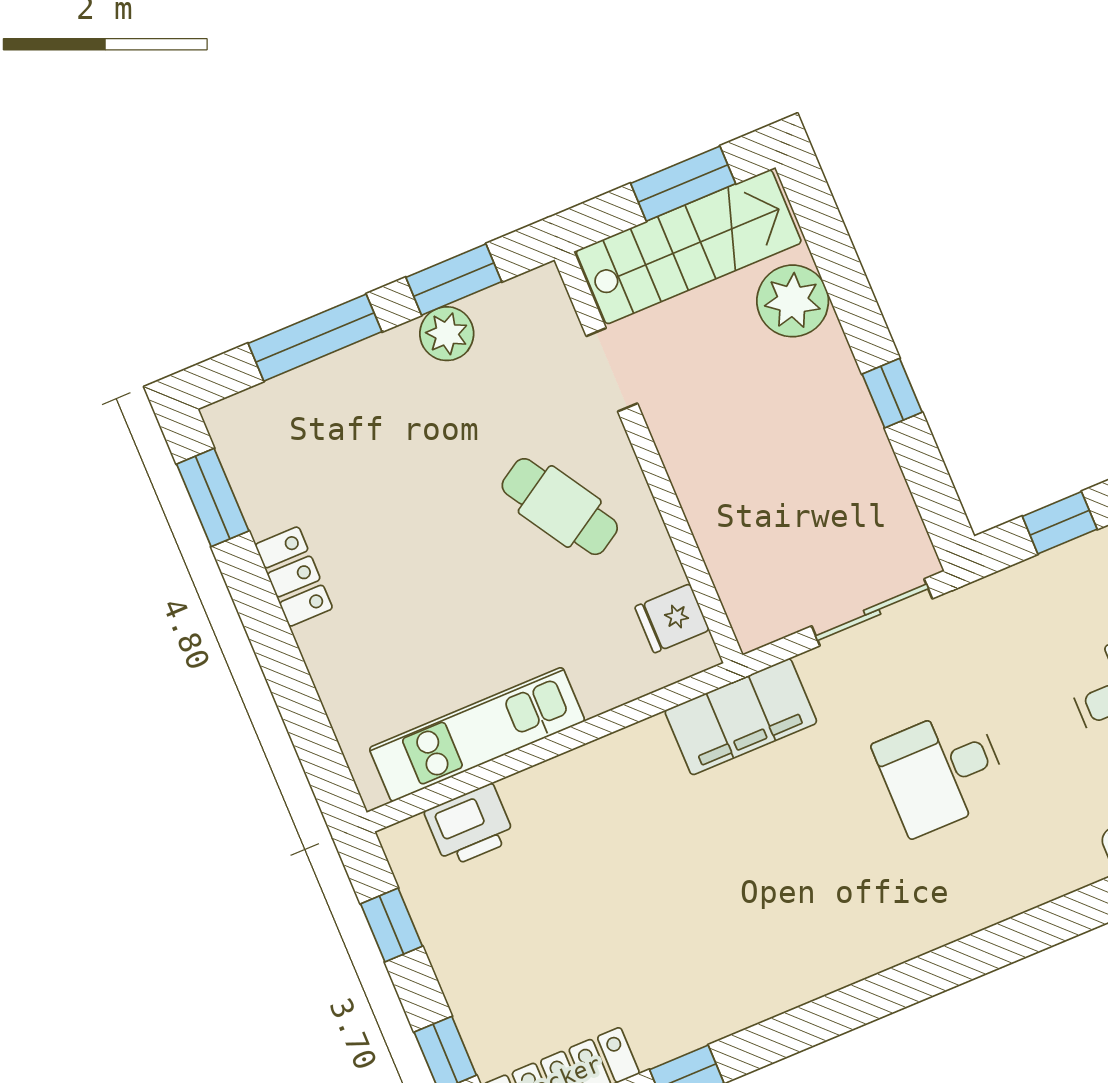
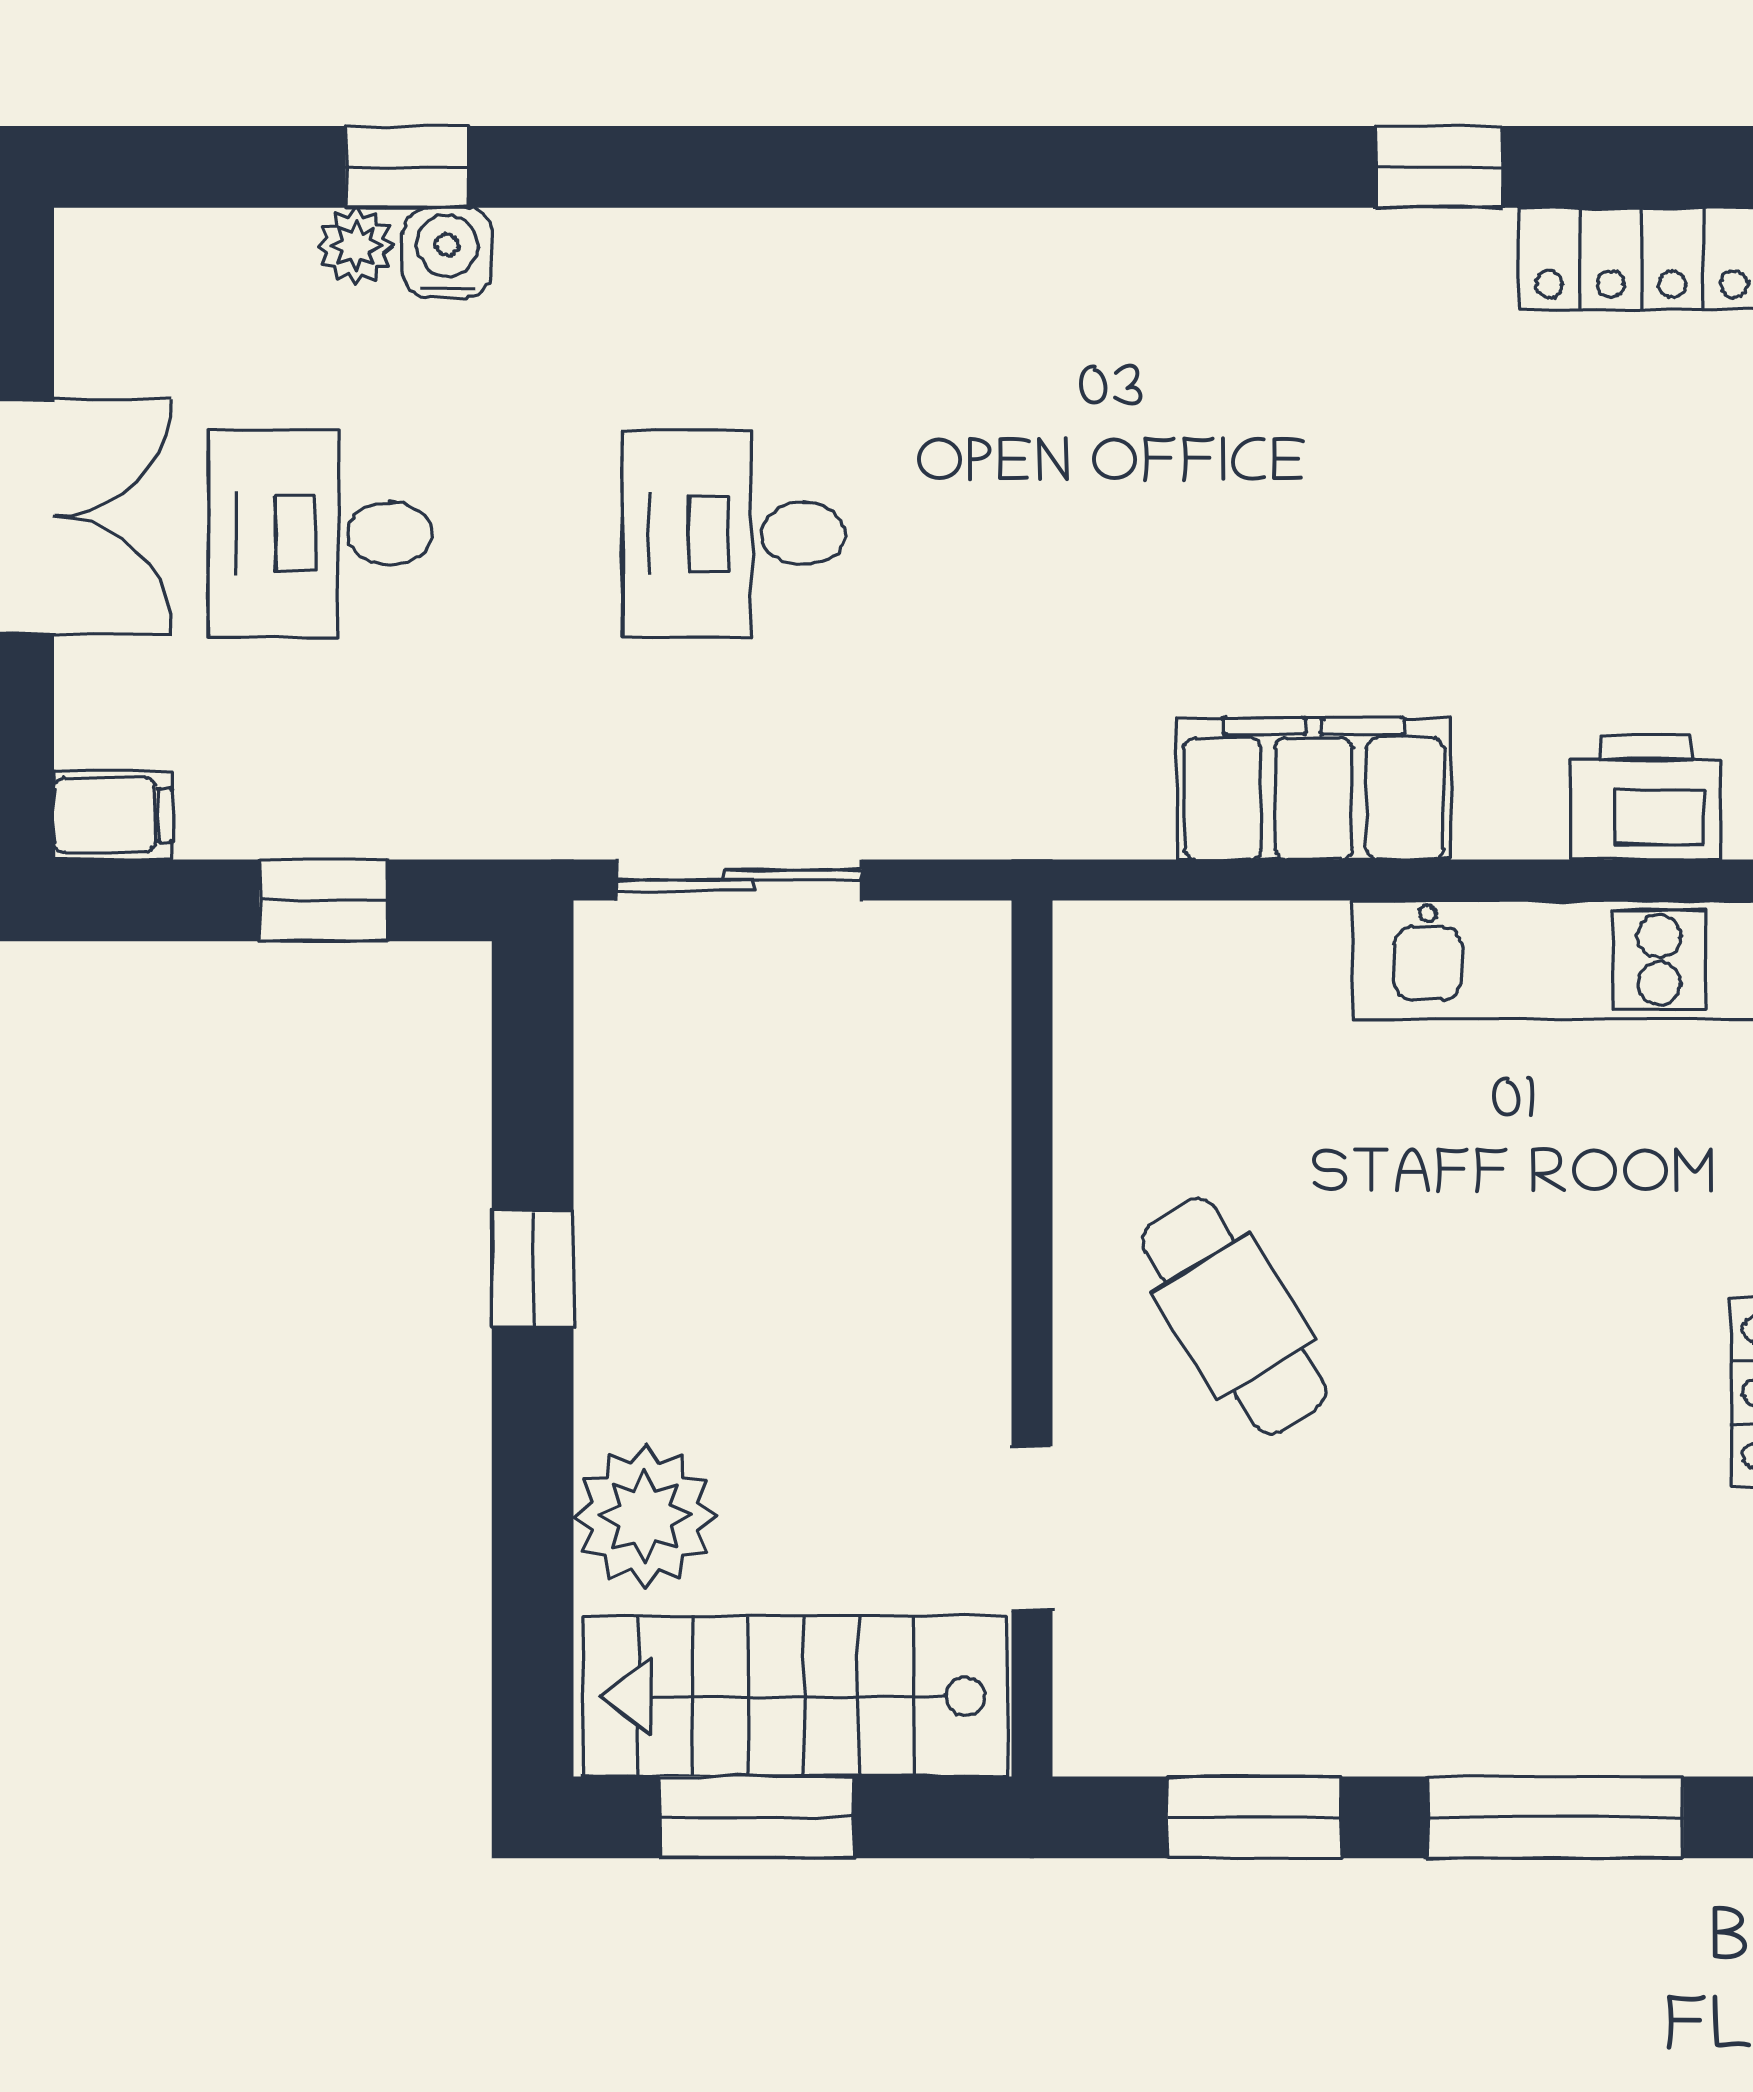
plant: (447, 334) -> (1309, 1723), removed
fridge: (672, 618) -> (1113, 1023), removed
filing cabinet: (741, 717) -> (1314, 789), moved
desk: (941, 771) -> (734, 534), turned 180

